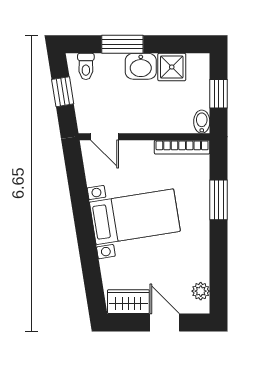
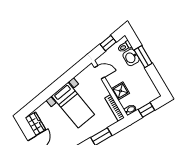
washbasin: (141, 66) -> (131, 57), moved
shower: (172, 67) -> (120, 91), moved
door: (105, 137) -> (100, 72), swing flipped

